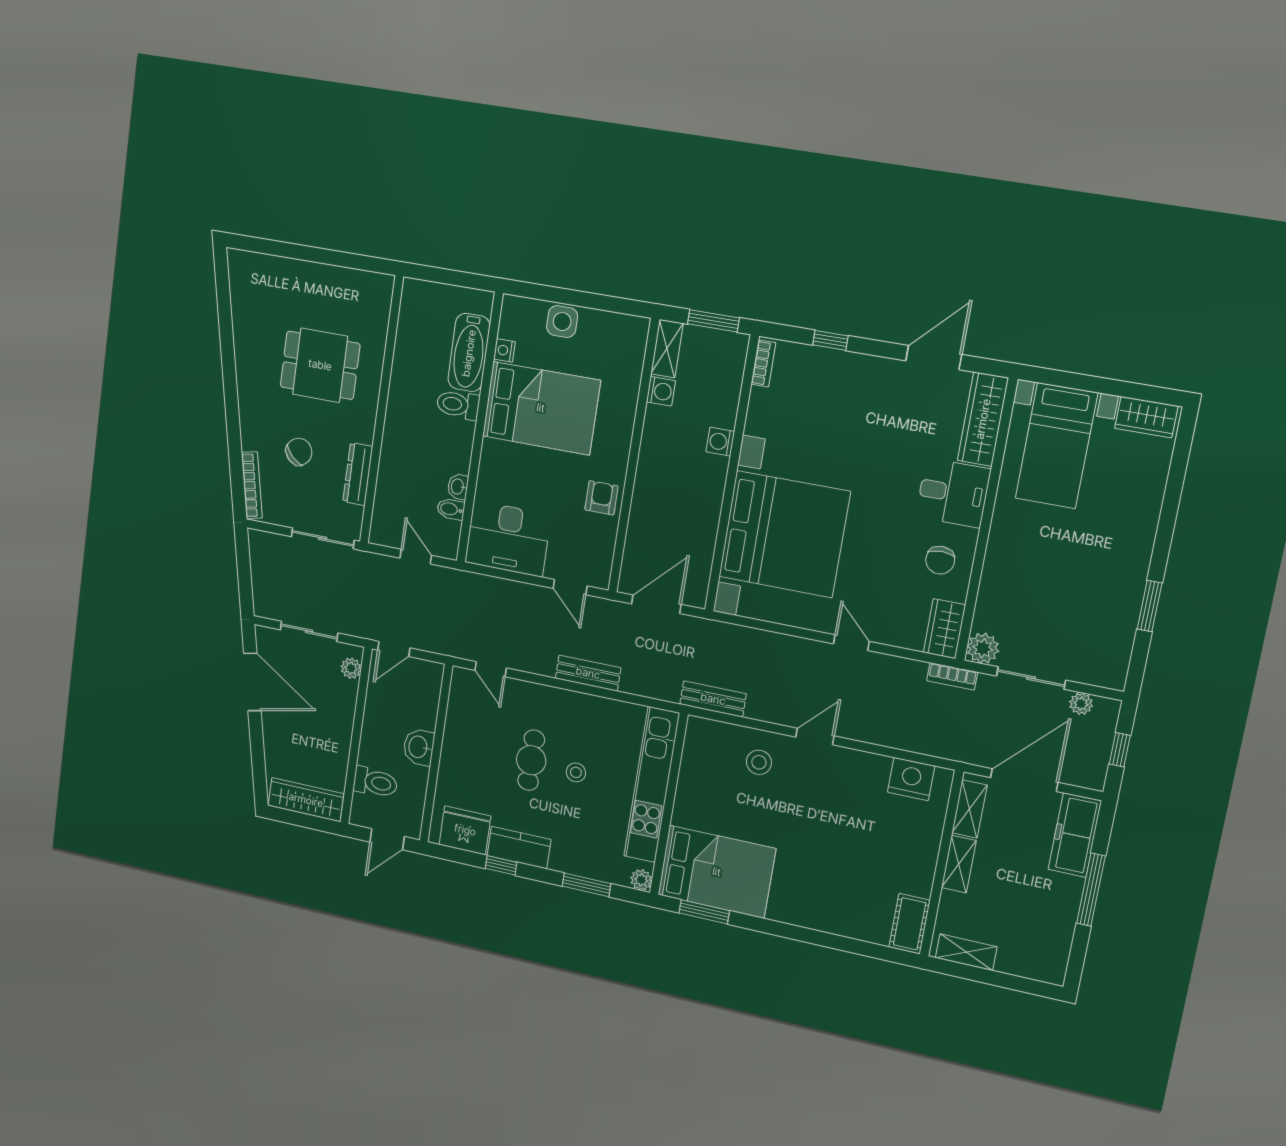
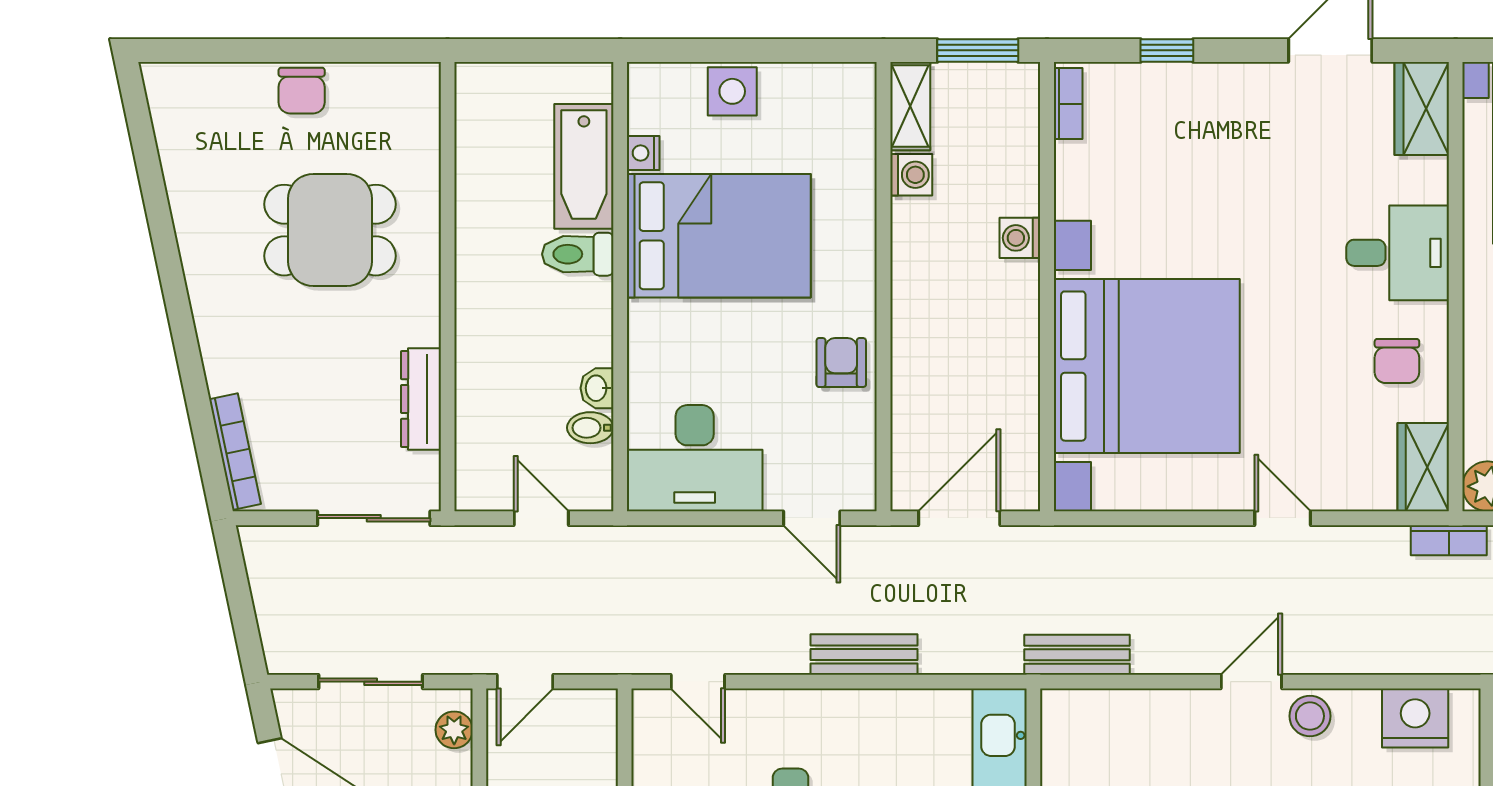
wardrobe: (983, 419) -> (1422, 108), width x0.67
chair: (299, 452) -> (302, 91), moved, turned 136
stool: (759, 762) -> (1310, 716), moved

